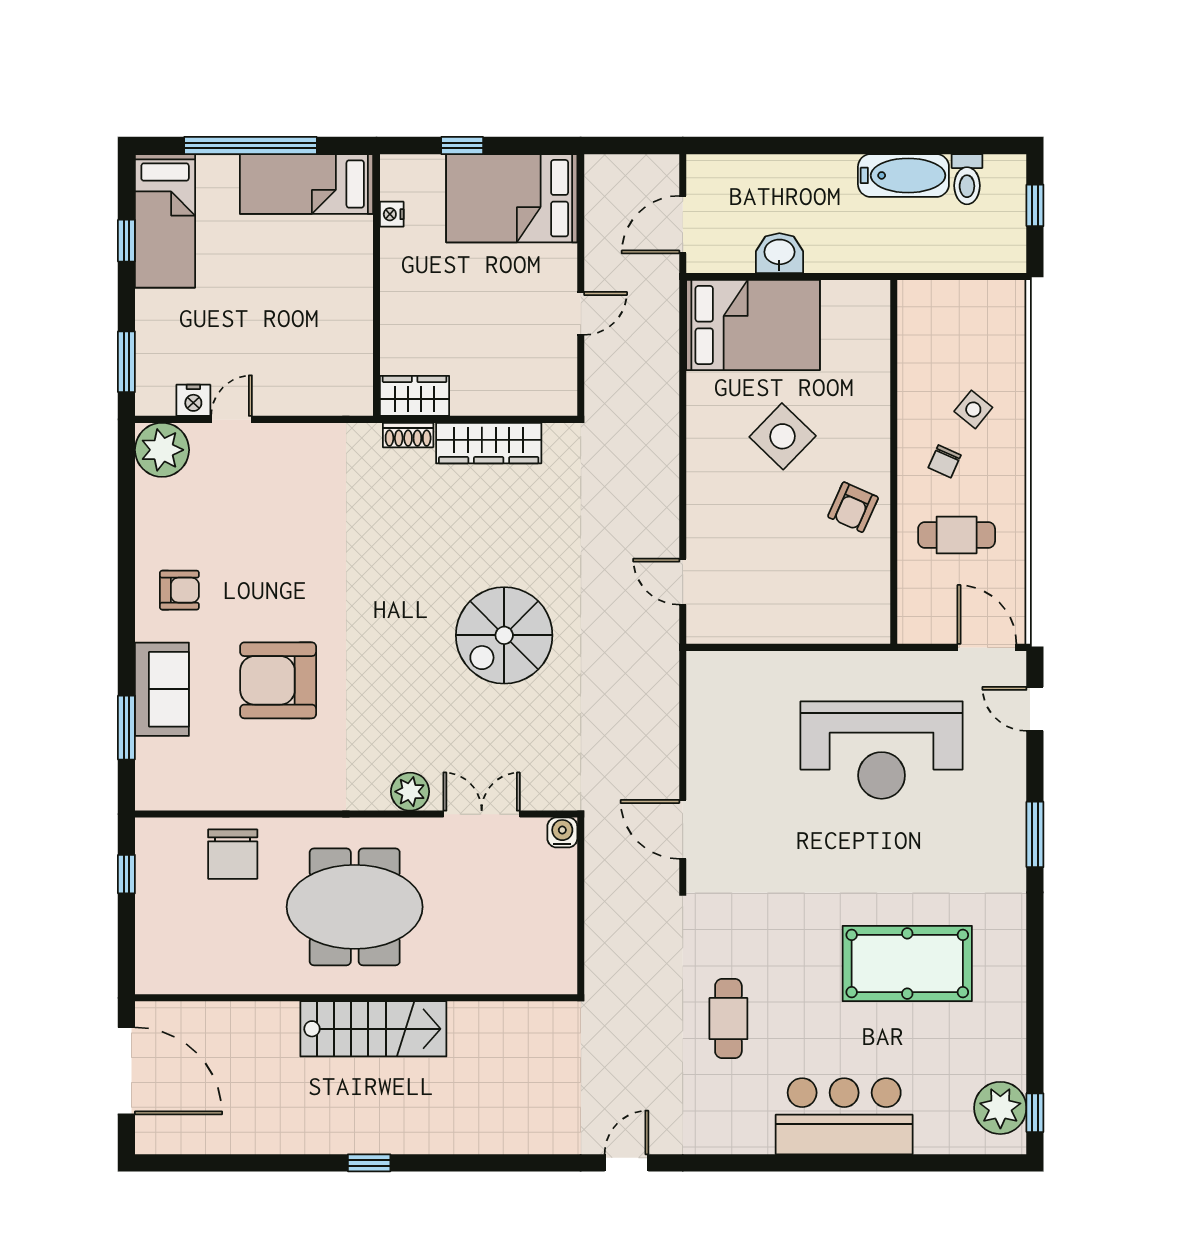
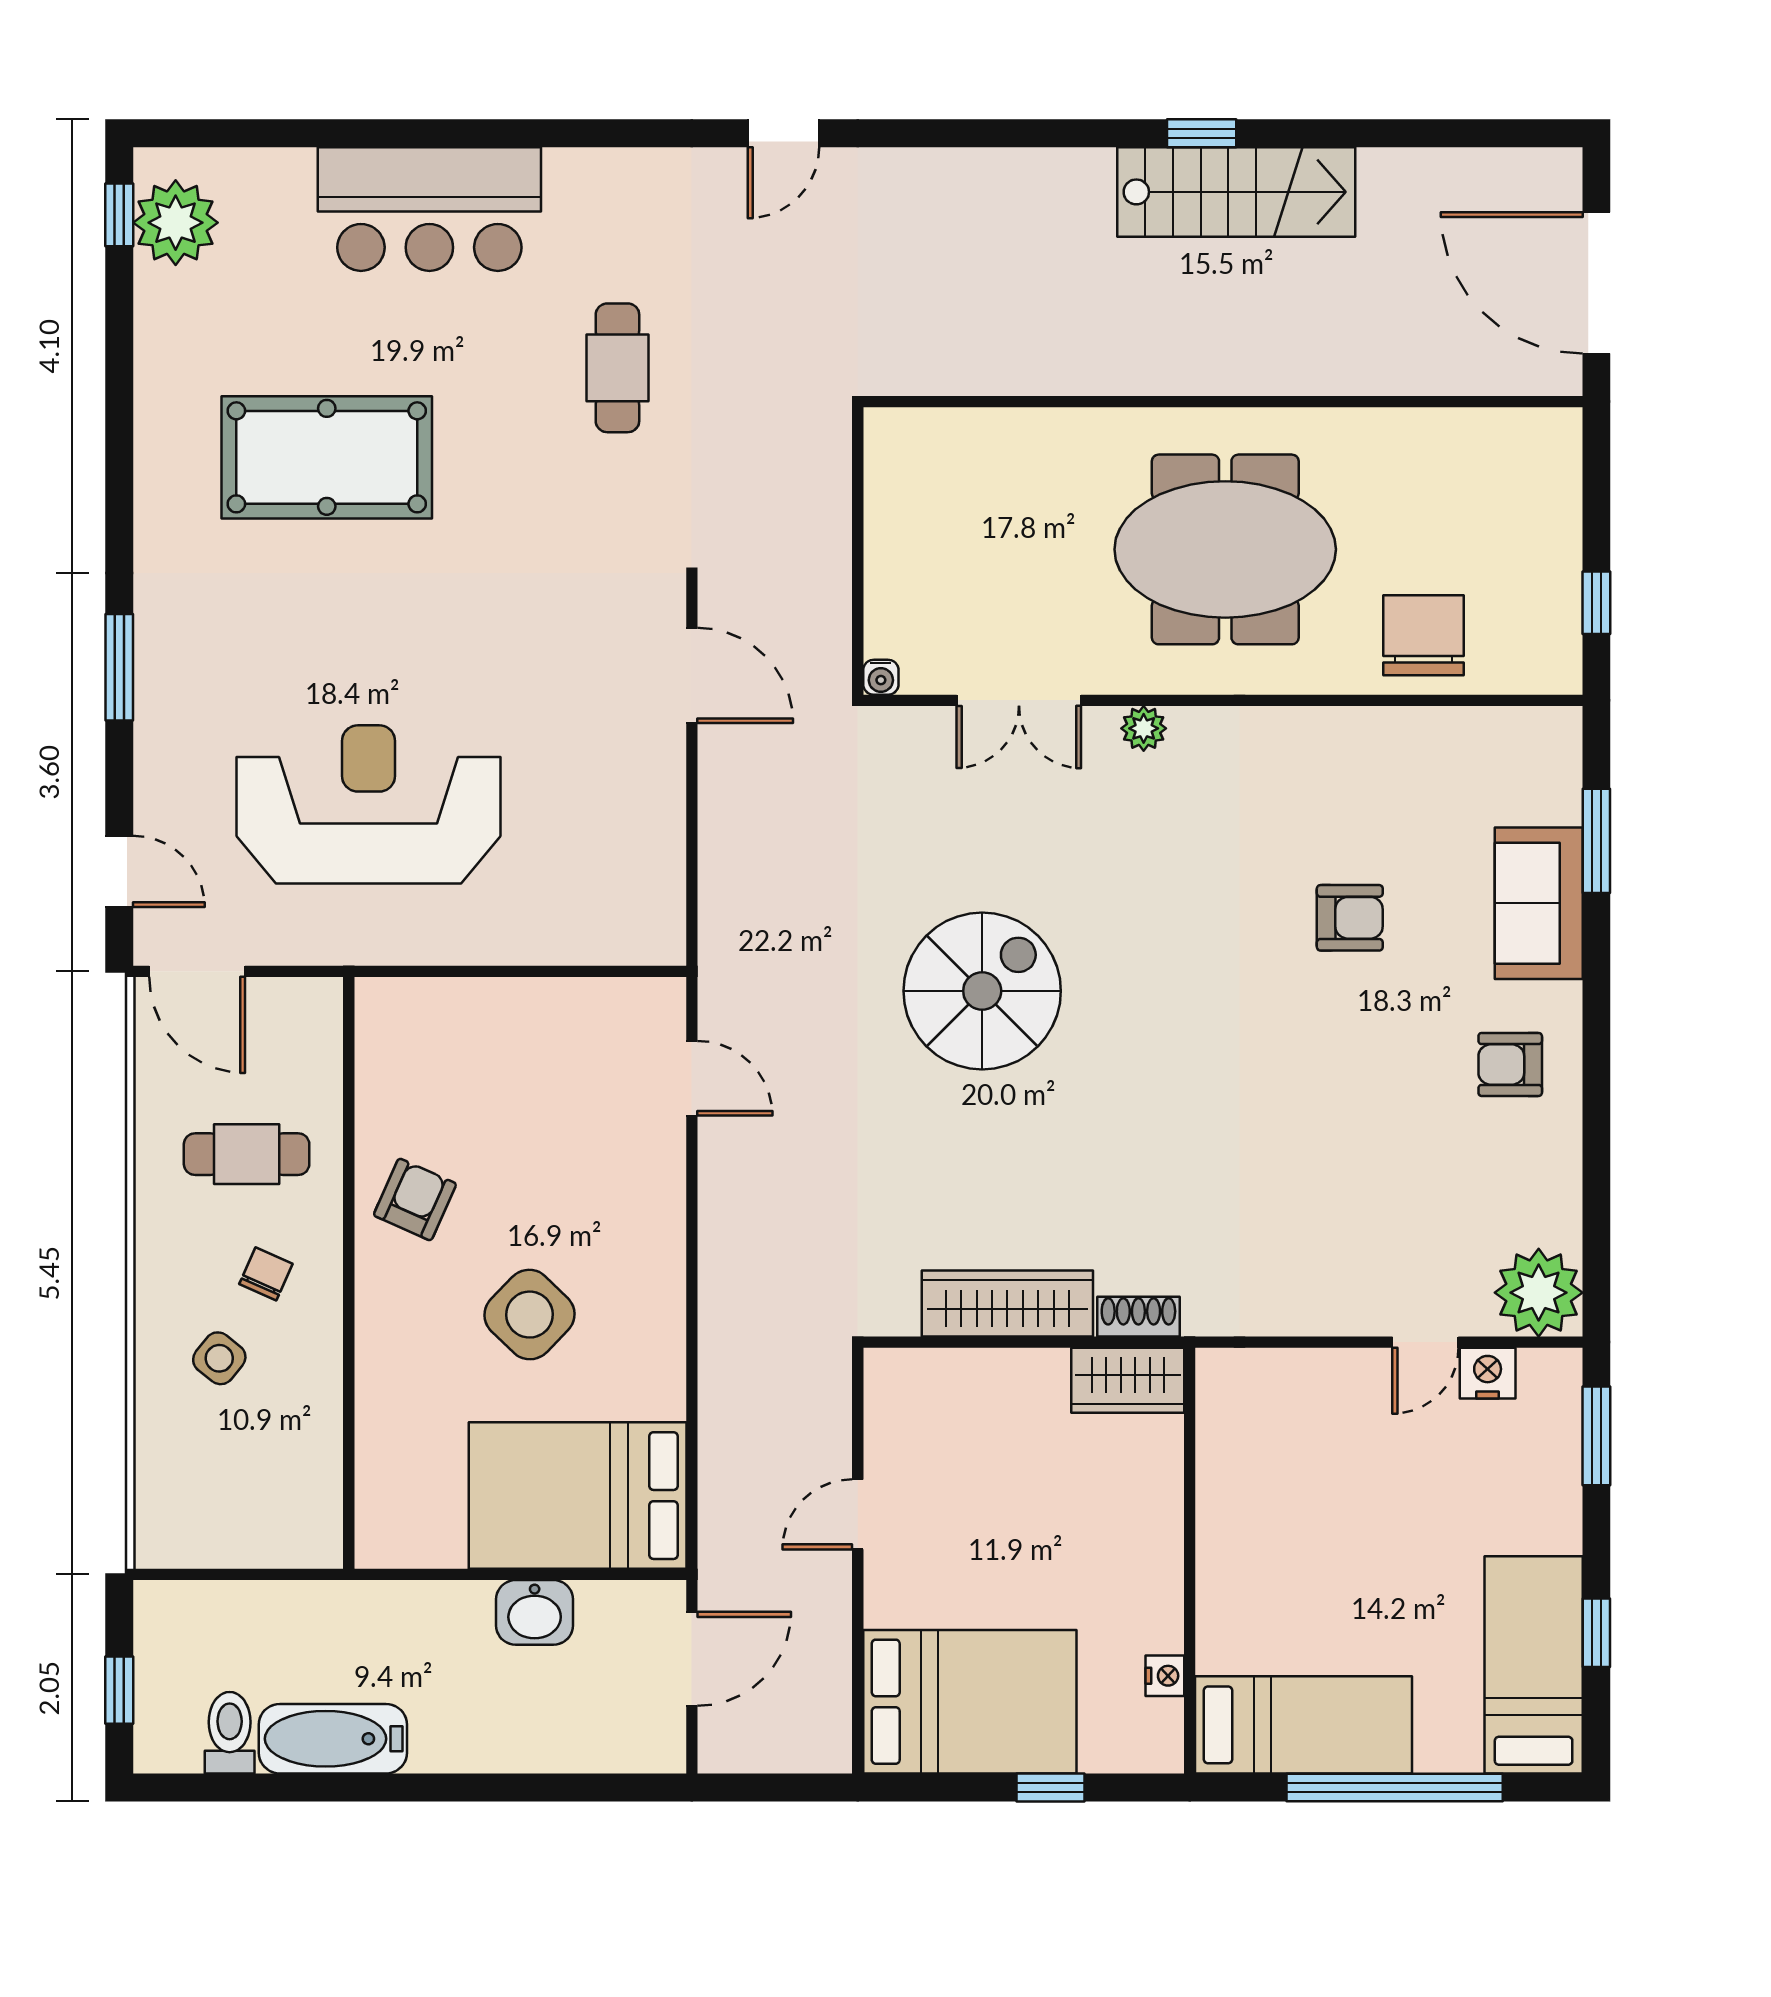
armchair: (278, 680) -> (1350, 918), width x0.53, depth x0.53
plant: (410, 792) -> (1144, 728), width x0.73, depth x0.73
water cooler: (562, 832) -> (881, 677), width x0.72, depth x0.72
stairs: (373, 1029) -> (1236, 192), moved, turned 180

